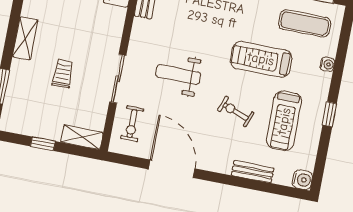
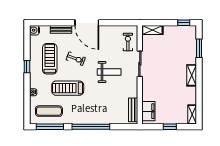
treadmill: (261, 59) -> (68, 88), turned 180
trolley: (63, 74) -> (169, 61), removed
window: (43, 144) -> (184, 23), moved
door: (172, 169) -> (87, 23), moved

